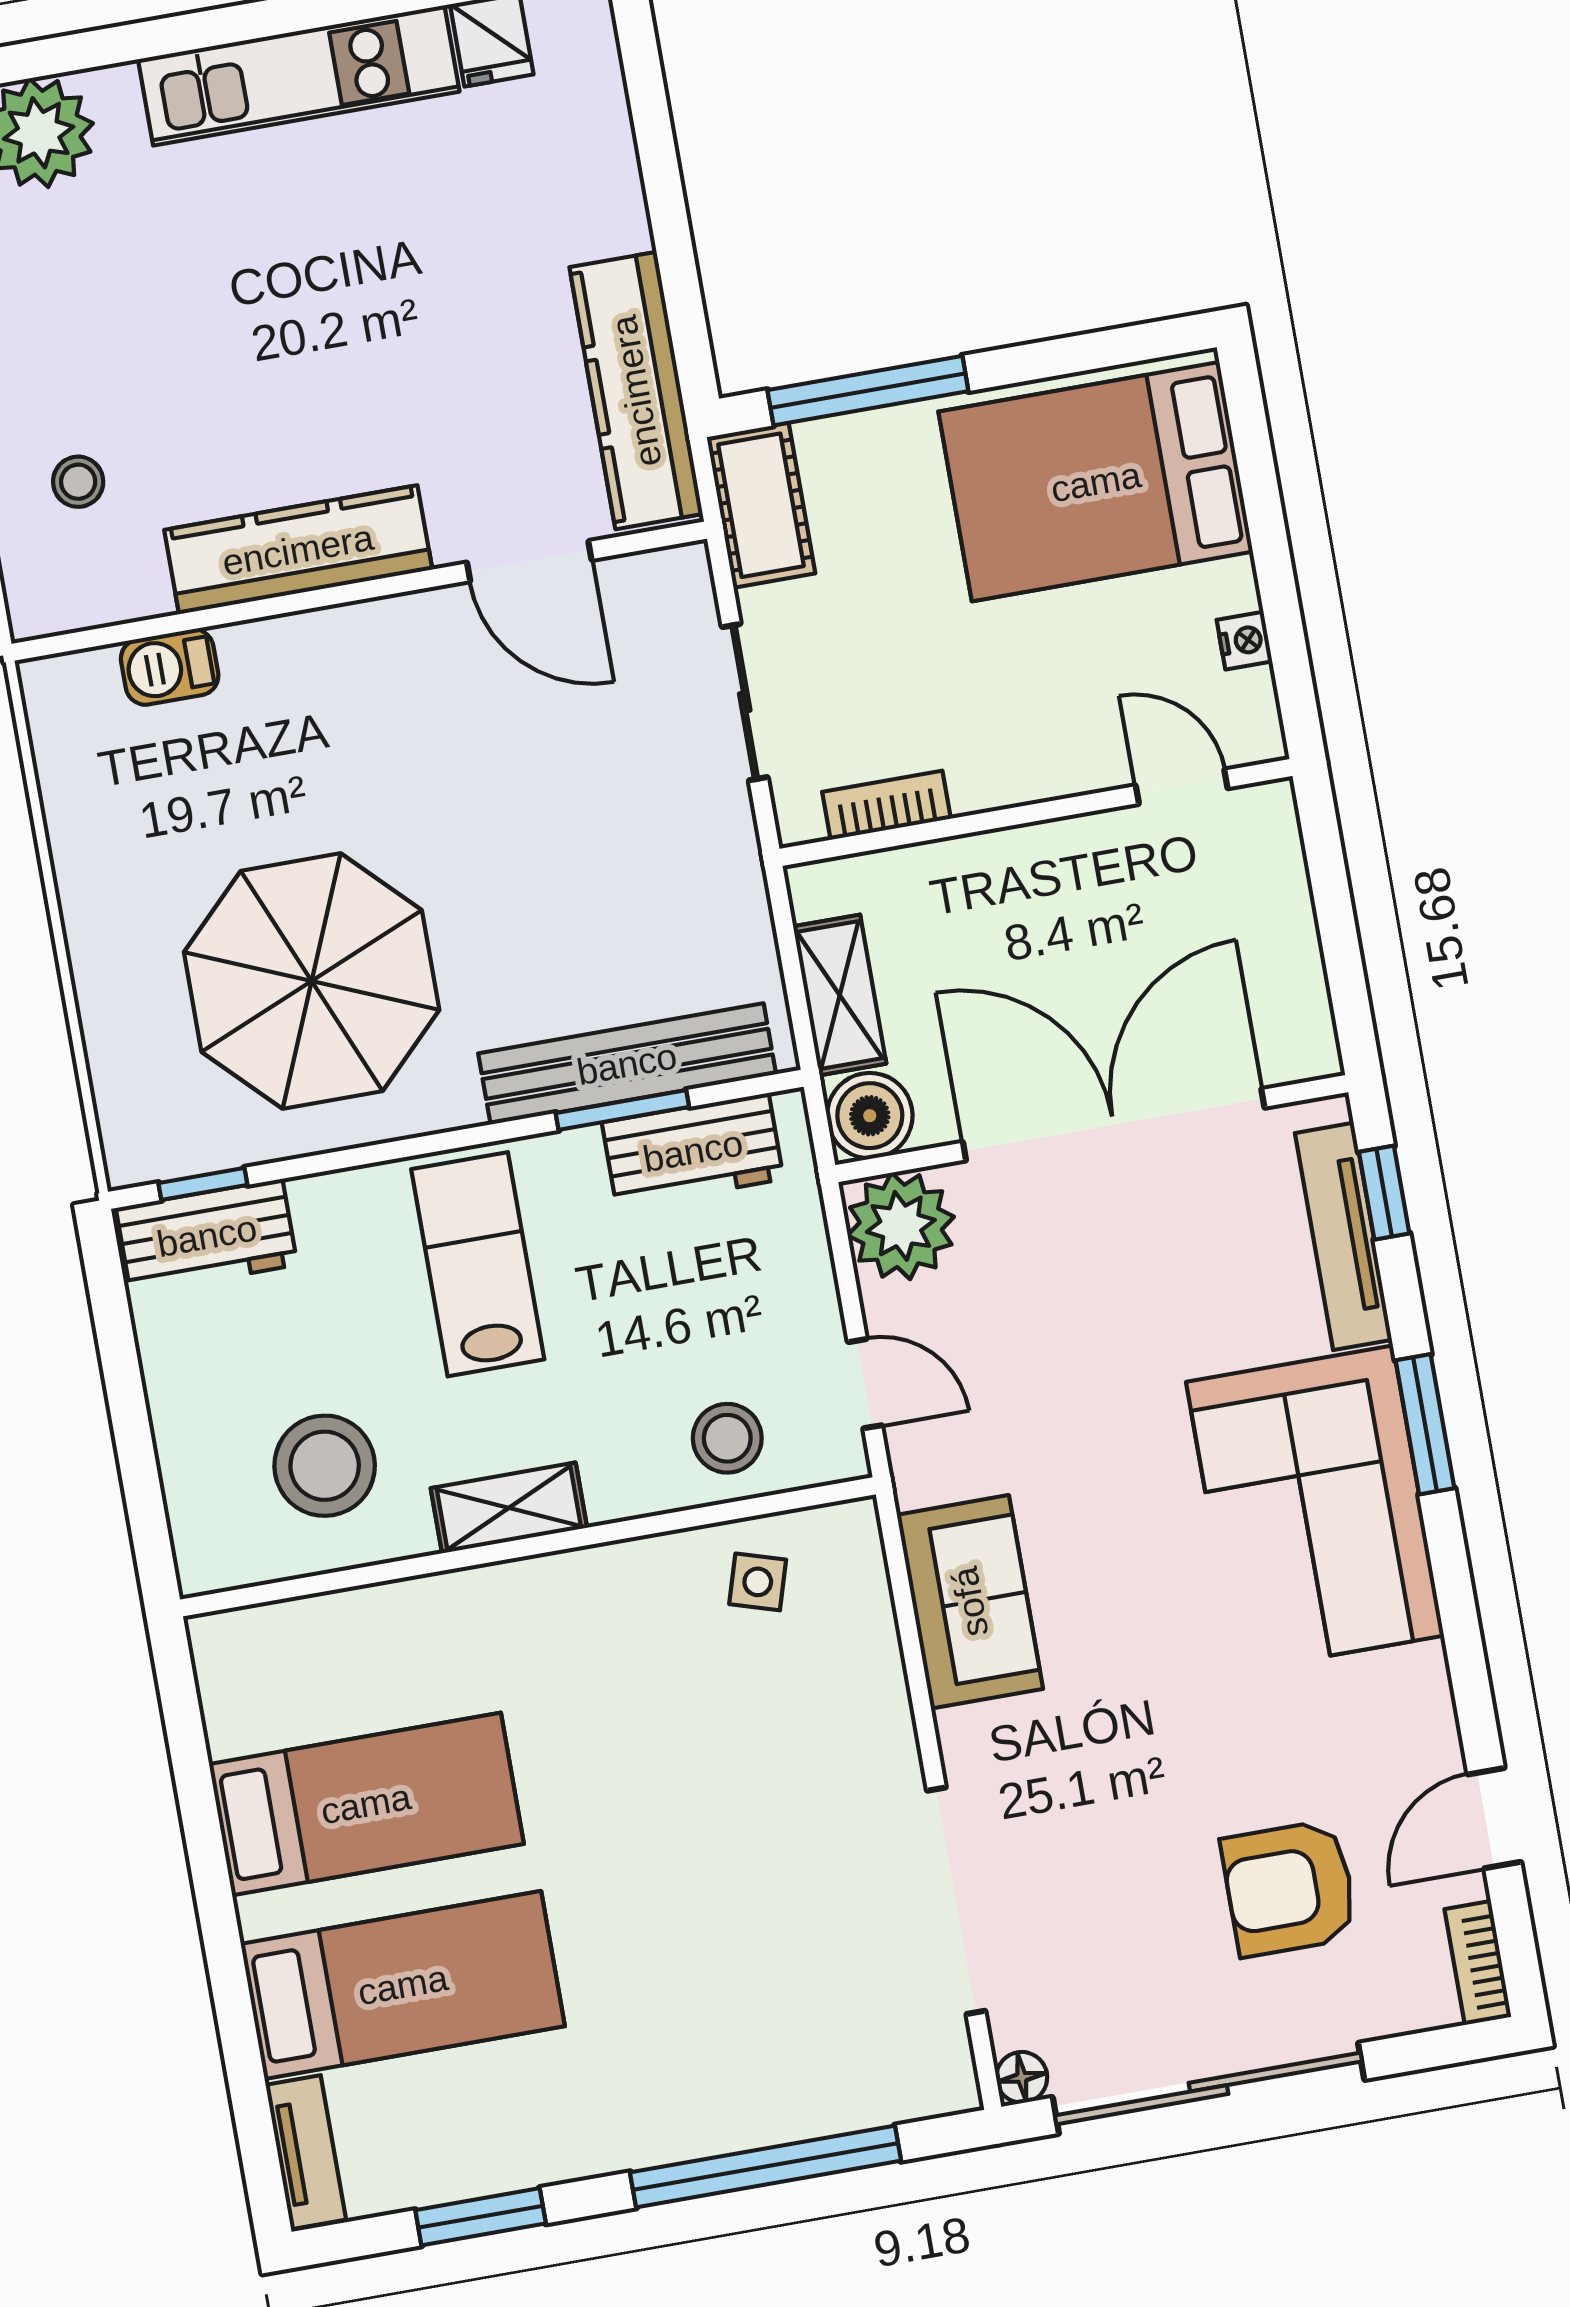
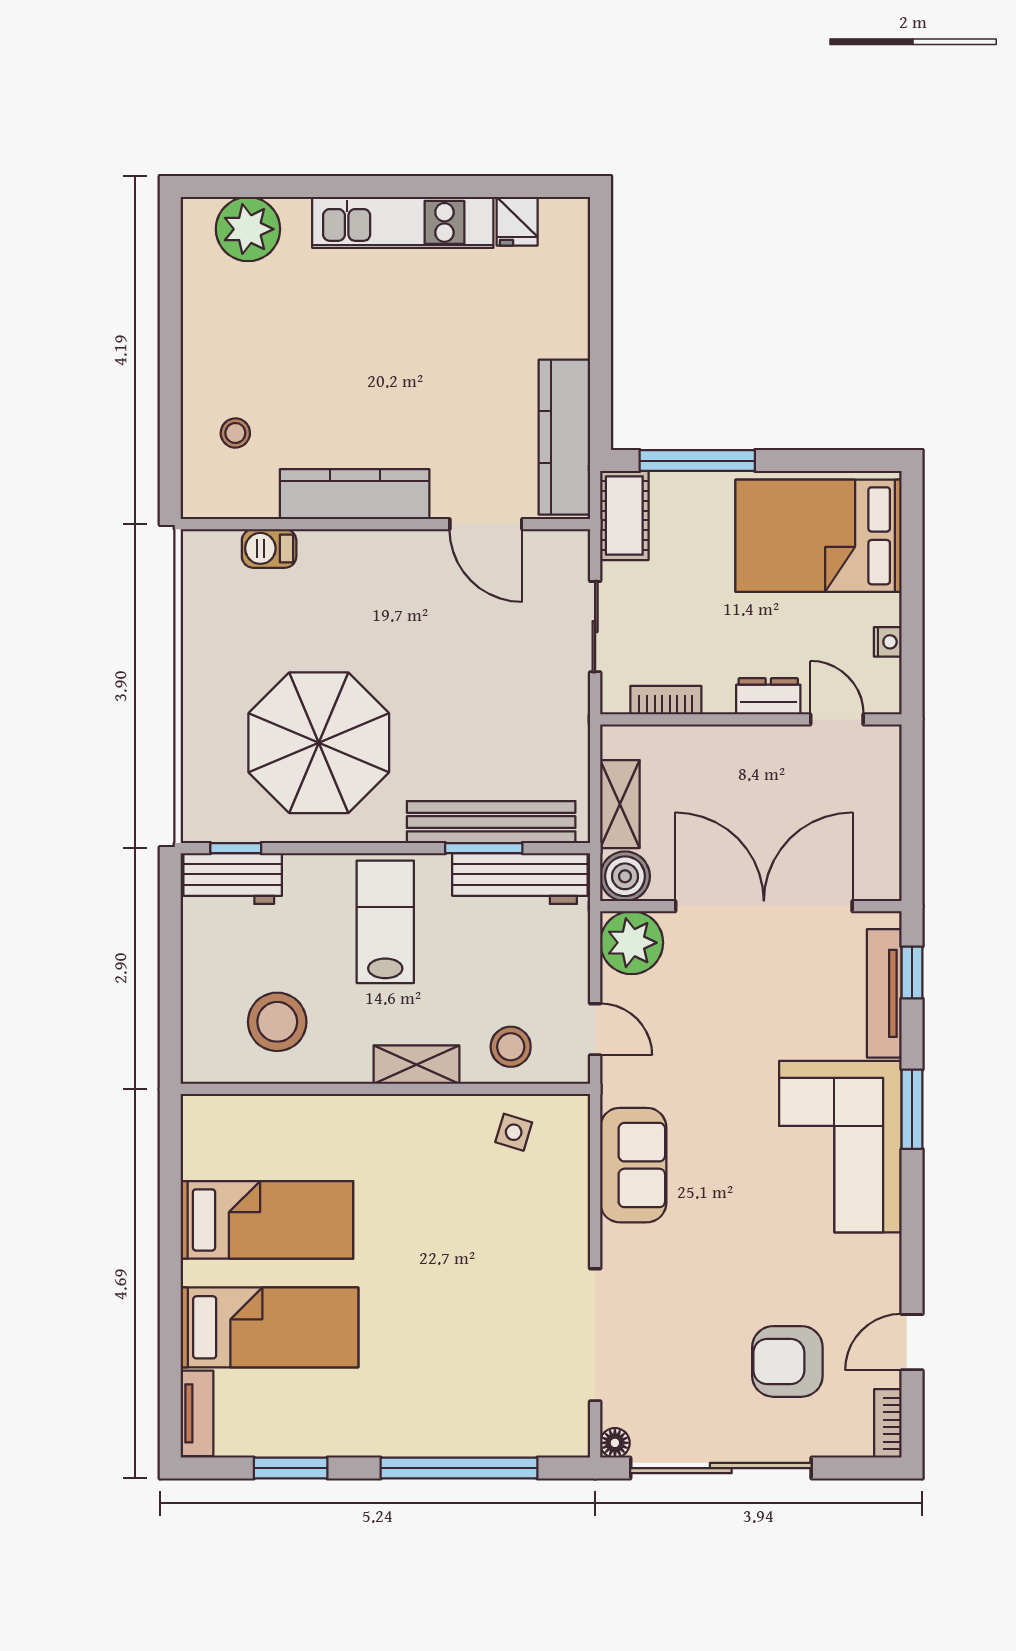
dresser: (1059, 768) -> (768, 696), added
workbench: (693, 1151) -> (520, 878), width x1.38
shelving: (509, 1508) -> (416, 1065), moved

